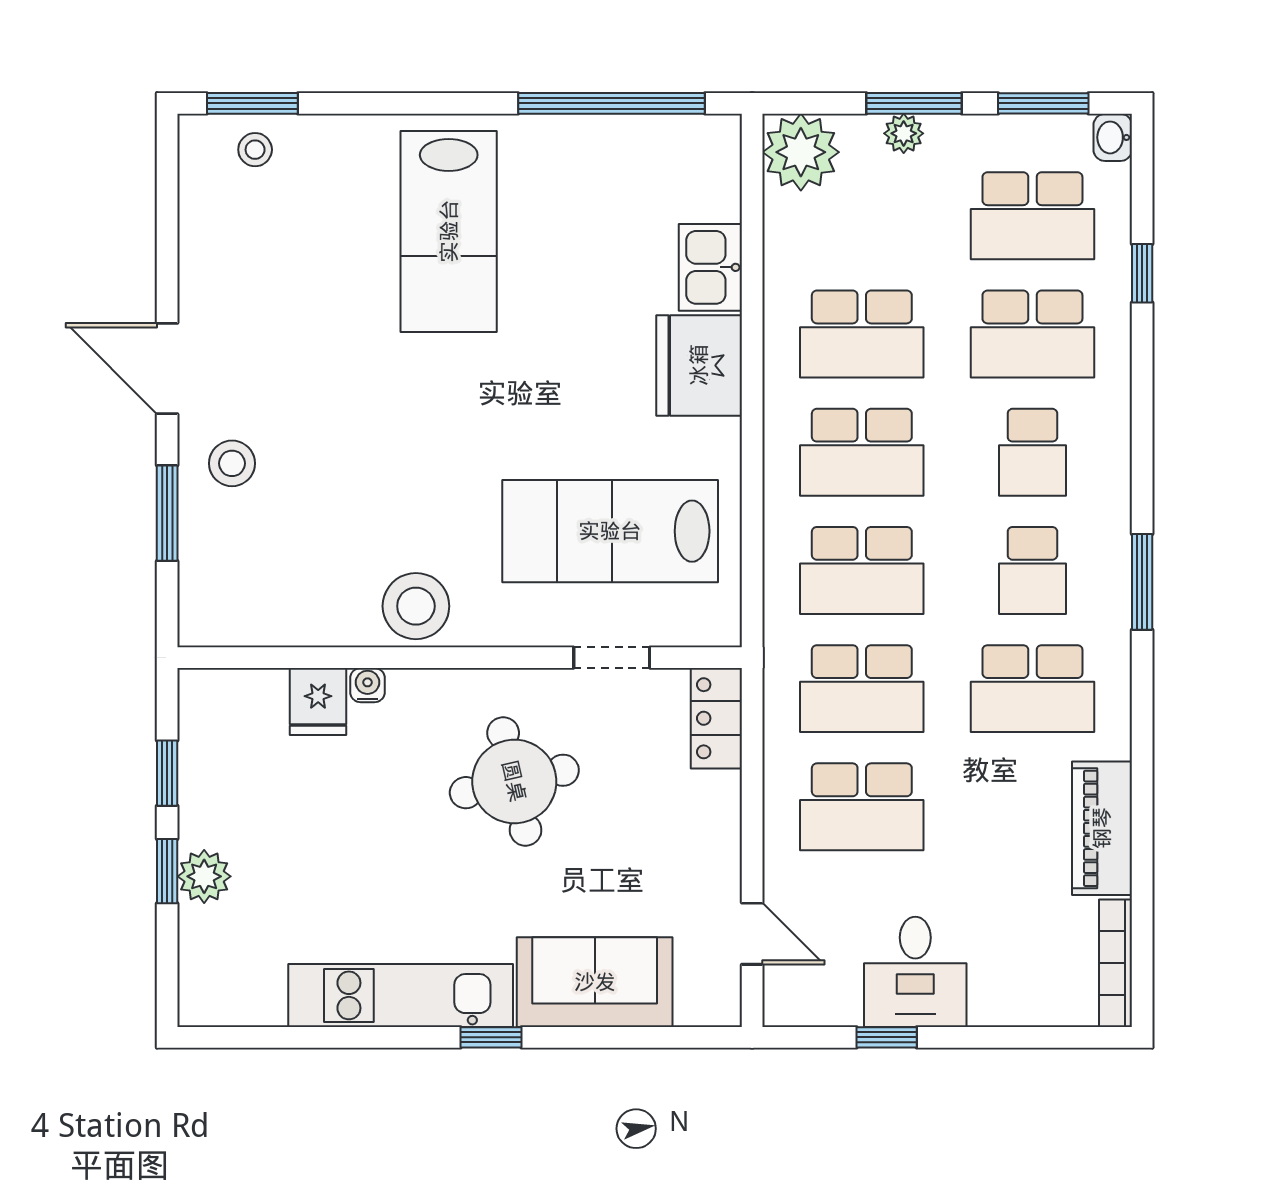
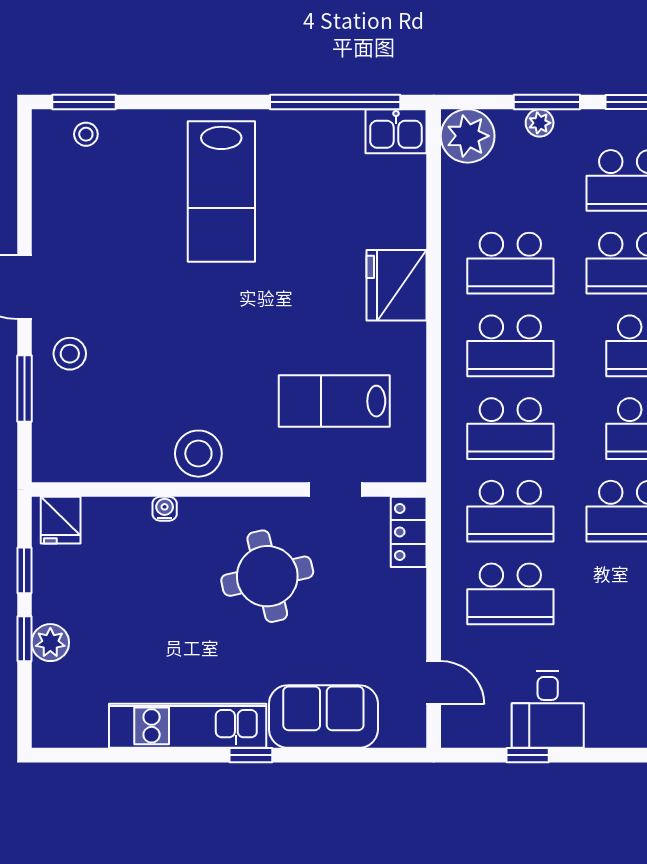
kitchen sink: (710, 267) -> (396, 131), moved, turned -90
lab bench: (610, 531) -> (334, 401), width x0.73, depth x0.72
fridge: (318, 702) -> (61, 520), moved

